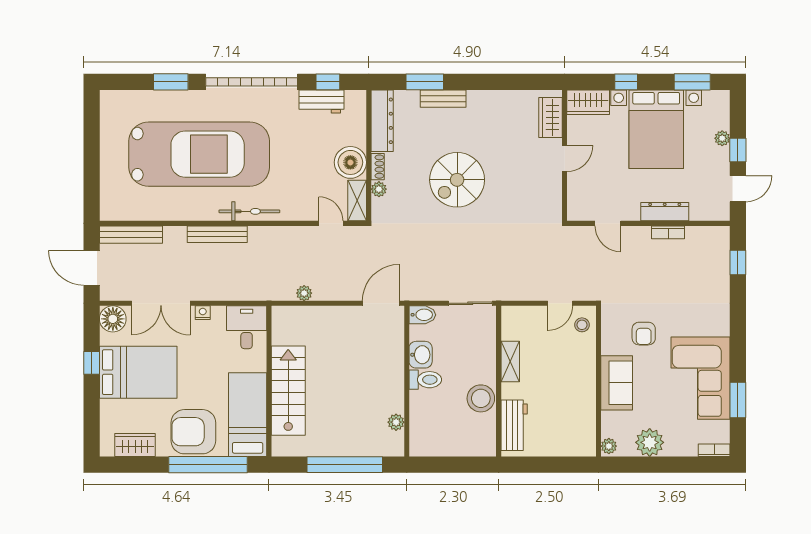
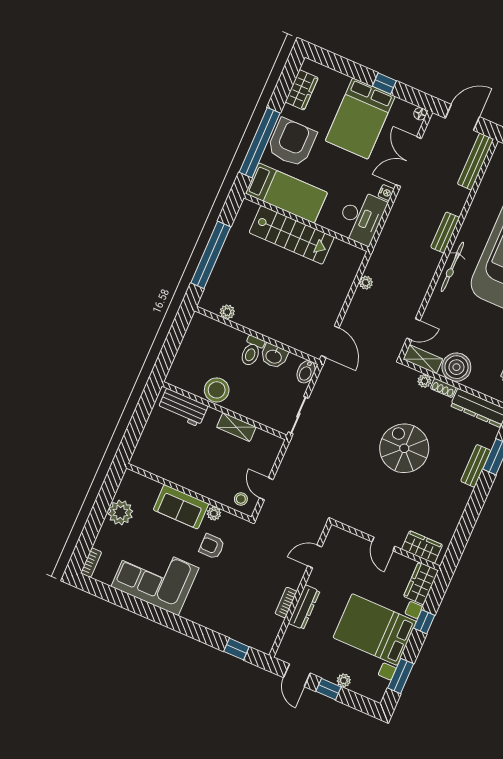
bench: (217, 234) -> (445, 232), width x0.73
floor lamp: (113, 319) -> (420, 114), width x0.53, depth x0.53
desk: (247, 327) -> (361, 217), width x1.37
window: (738, 400) -> (124, 600), removed
plant: (609, 446) -> (214, 513), moved

